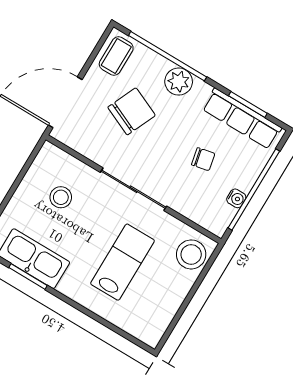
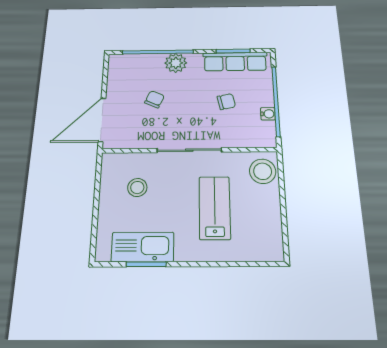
coffee table: (116, 56) -> (122, 71), removed
chair: (132, 111) -> (154, 99), width x0.54, depth x0.54

